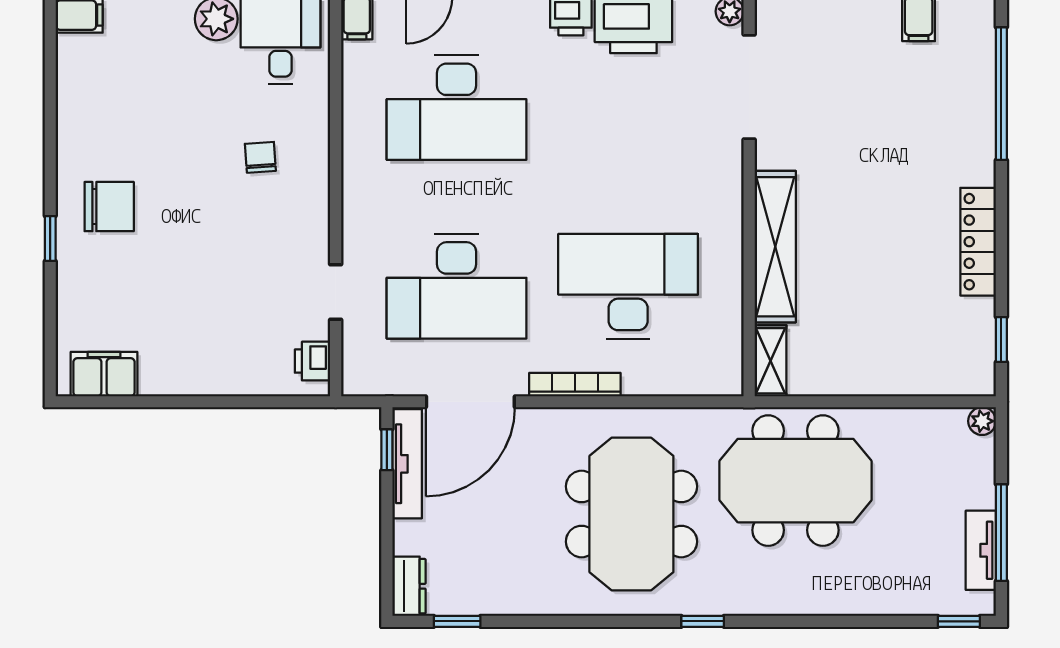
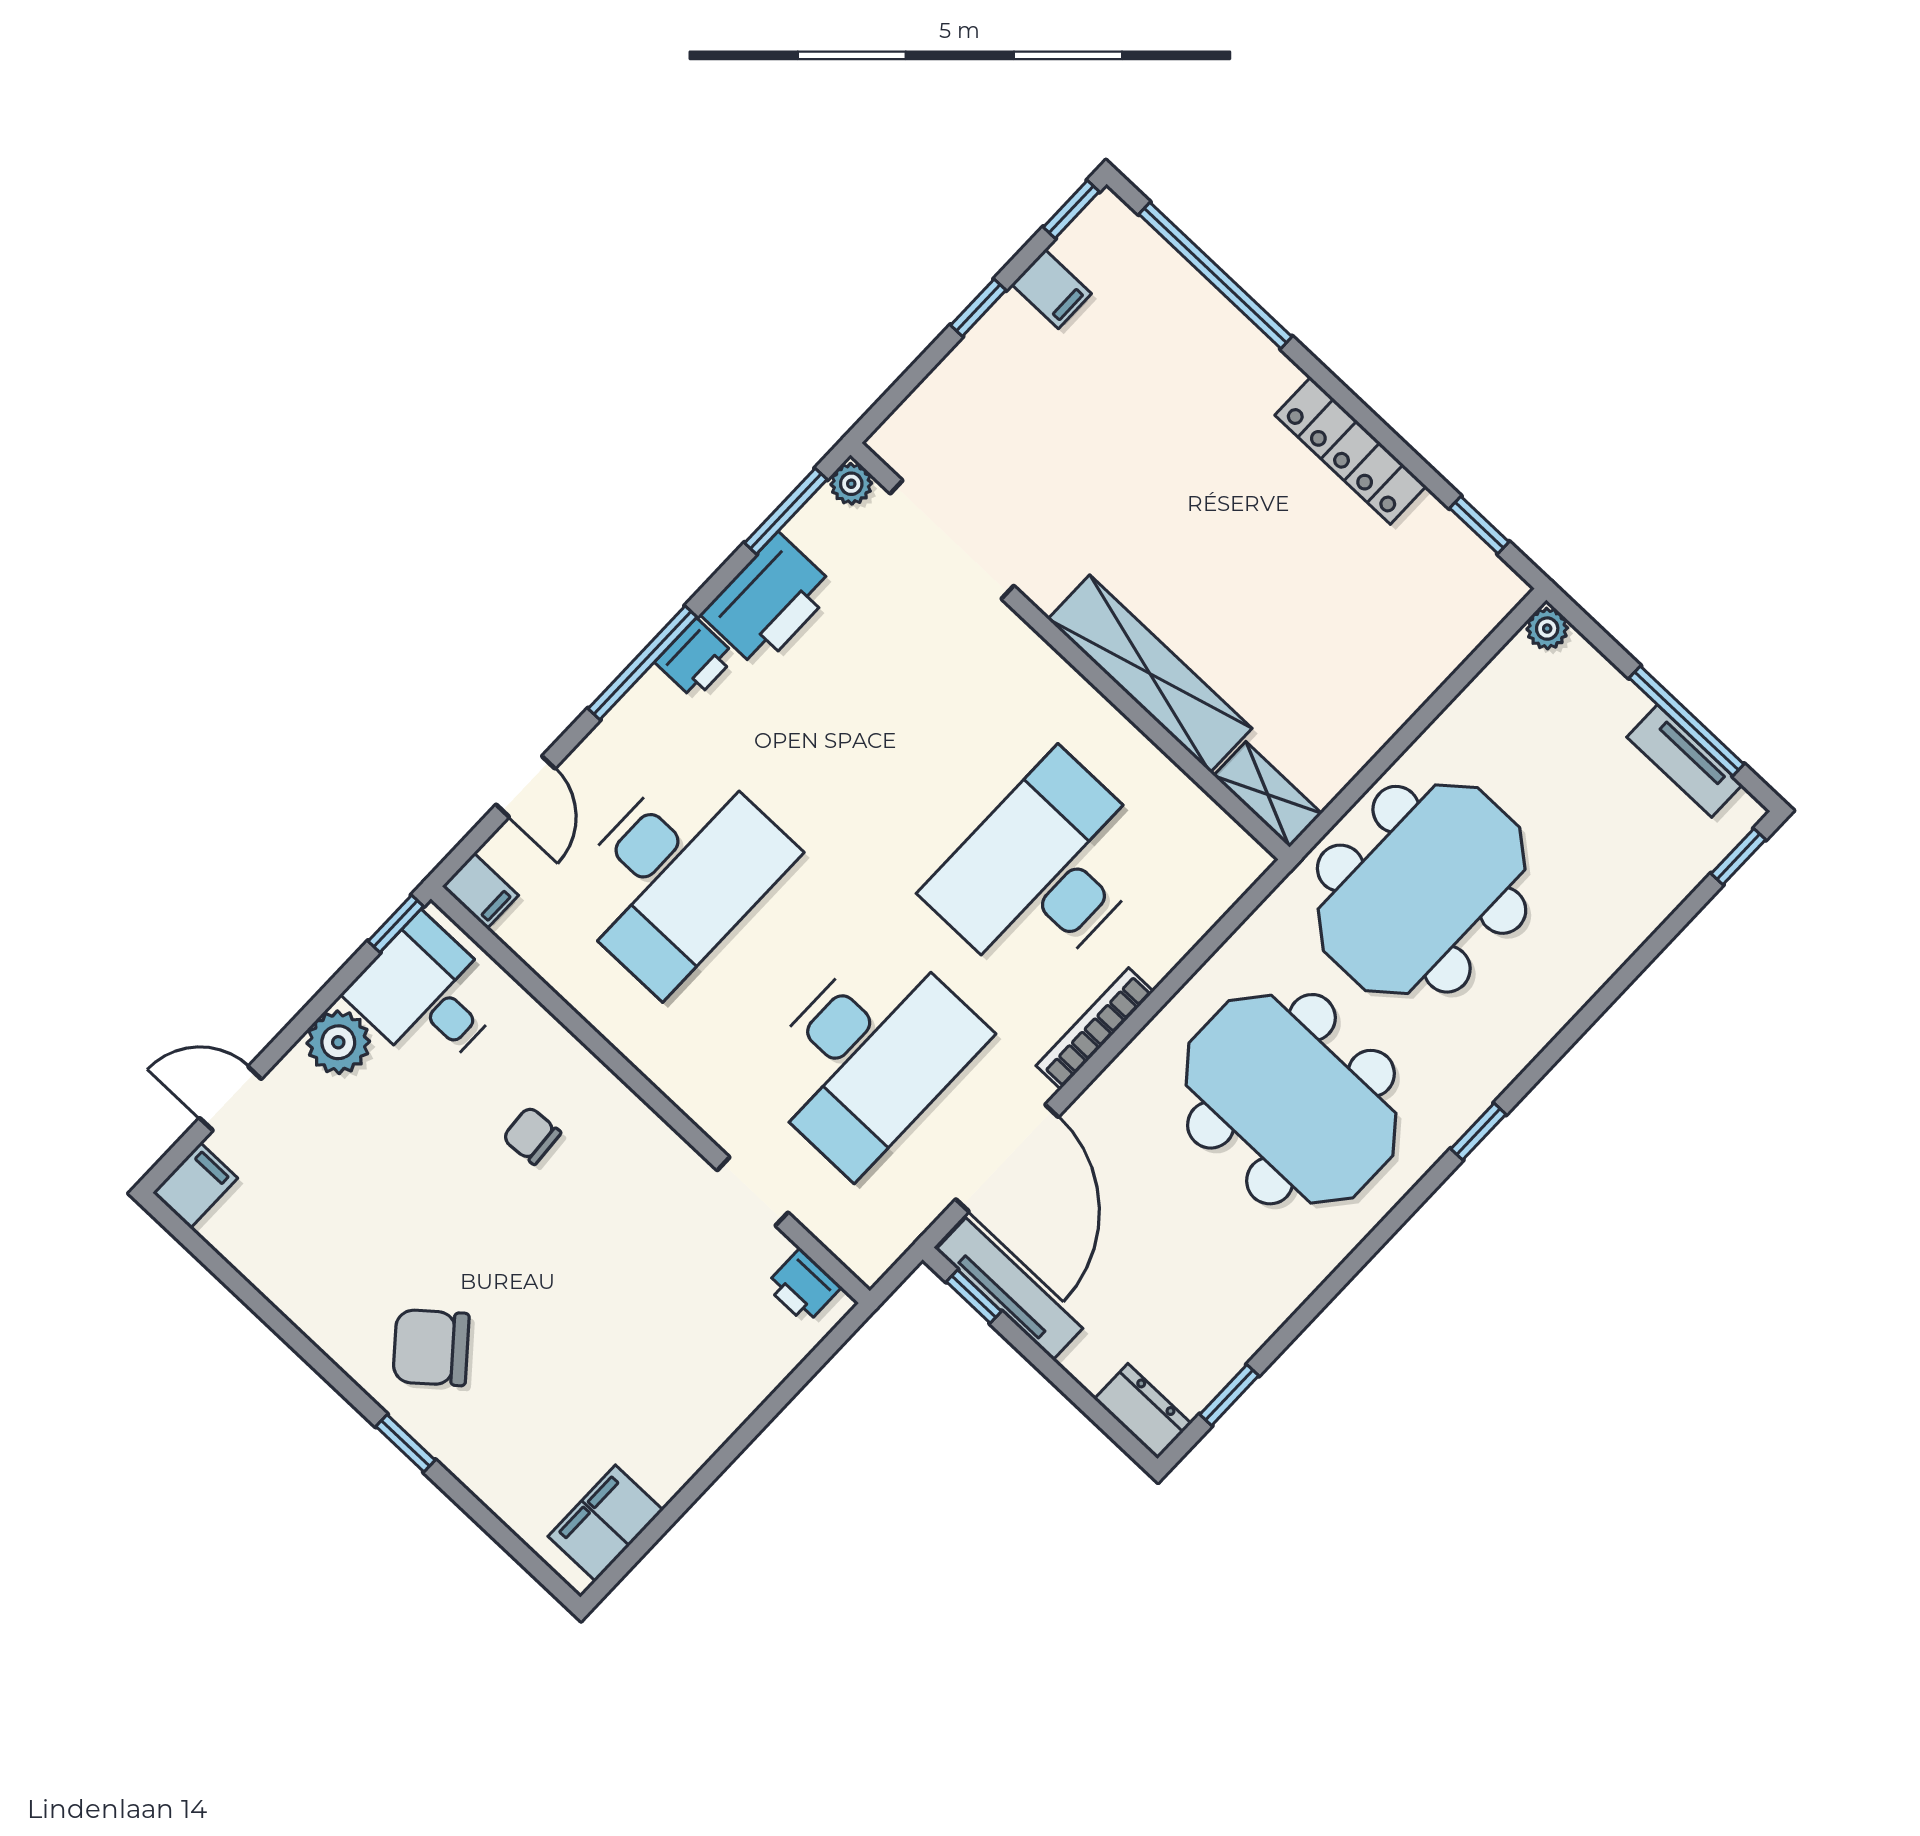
chair: (109, 207) -> (431, 1348), turned -130

